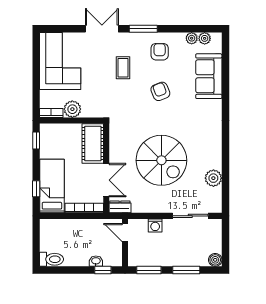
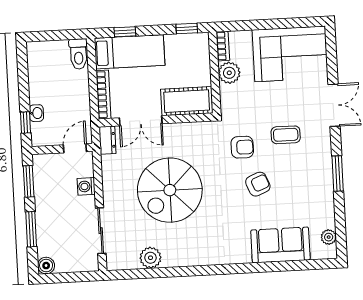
window: (143, 29) -> (338, 174), moved
plant: (192, 38) -> (328, 221), removed
armchair: (160, 52) -> (242, 147), moved
toilet: (52, 259) -> (78, 54), moved

